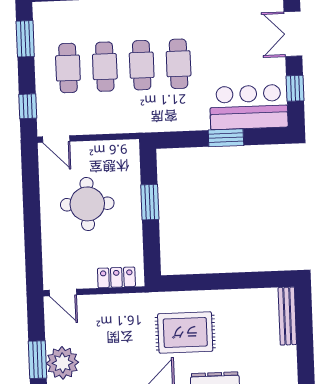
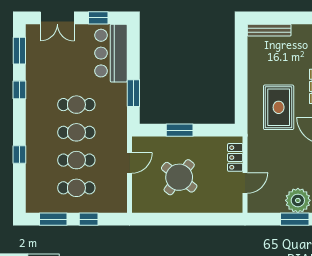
window: (28, 106) -> (89, 219), moved
window: (226, 138) -> (133, 93), moved
door: (56, 139) -> (129, 163), moved
round table: (87, 204) -> (179, 177), turned 38
door: (63, 293) -> (245, 183), moved

